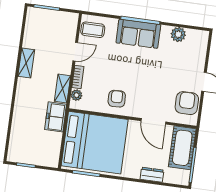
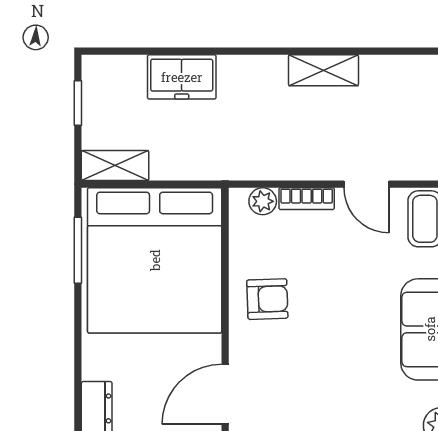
shelving: (62, 88) -> (115, 166), moved
freezer: (56, 117) -> (182, 77), moved, turned 180

